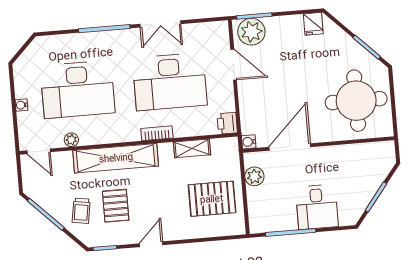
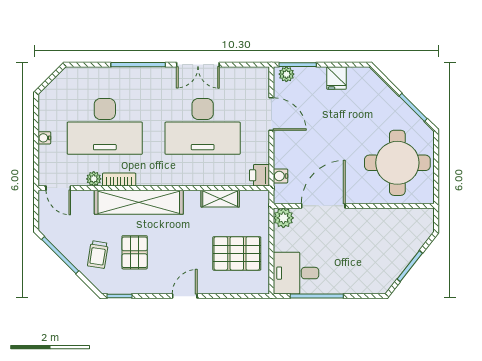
fridge: (313, 24) -> (336, 78), moved
plant: (251, 32) -> (286, 74), width x0.53, depth x0.53
bookcase: (157, 133) -> (119, 180), moved
water cooler: (249, 142) -> (280, 176), moved
plant: (254, 176) -> (283, 218), moved
desk: (317, 207) -> (296, 273), moved, turned 90
door: (151, 244) -> (185, 296), moved

